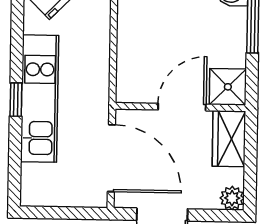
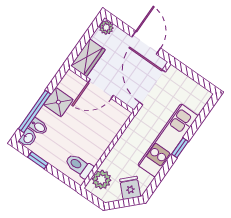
shower: (228, 87) -> (58, 102), moved

